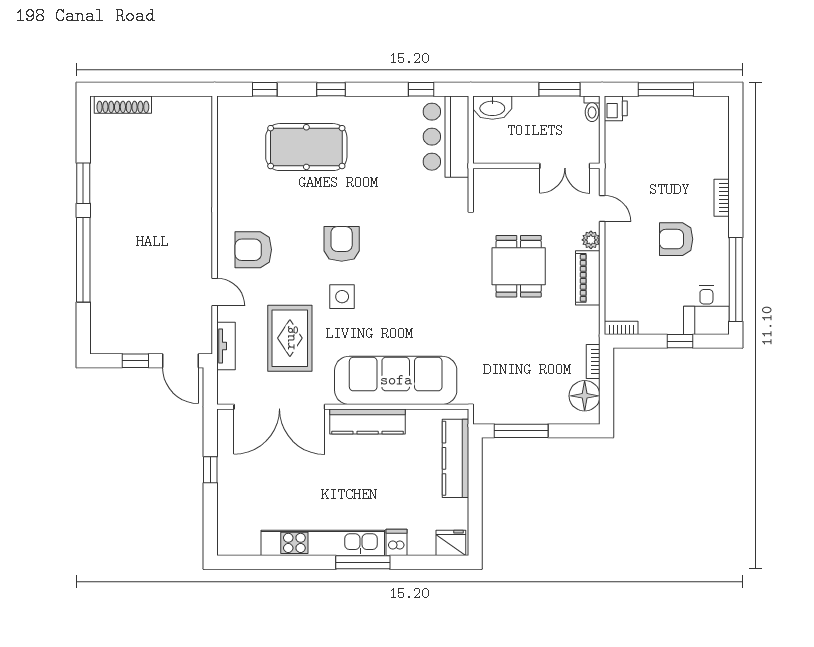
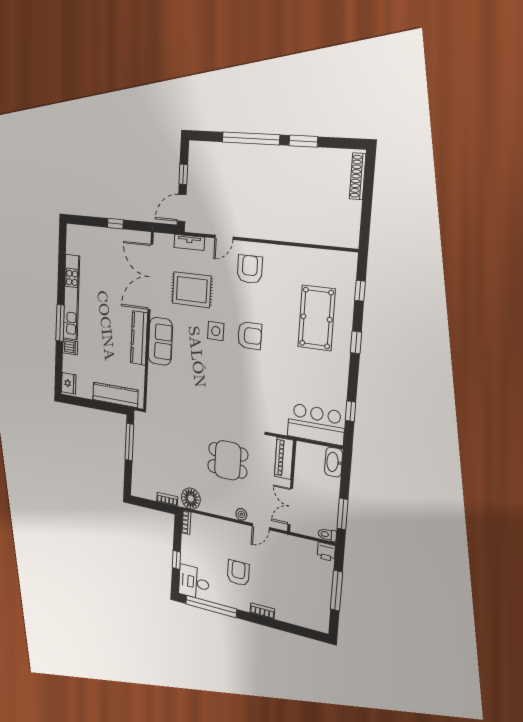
piano: (588, 278) -> (284, 458), moved, turned -90
sofa: (396, 380) -> (160, 341), width x0.54, depth x0.79
floor lamp: (585, 396) -> (191, 499), moved

